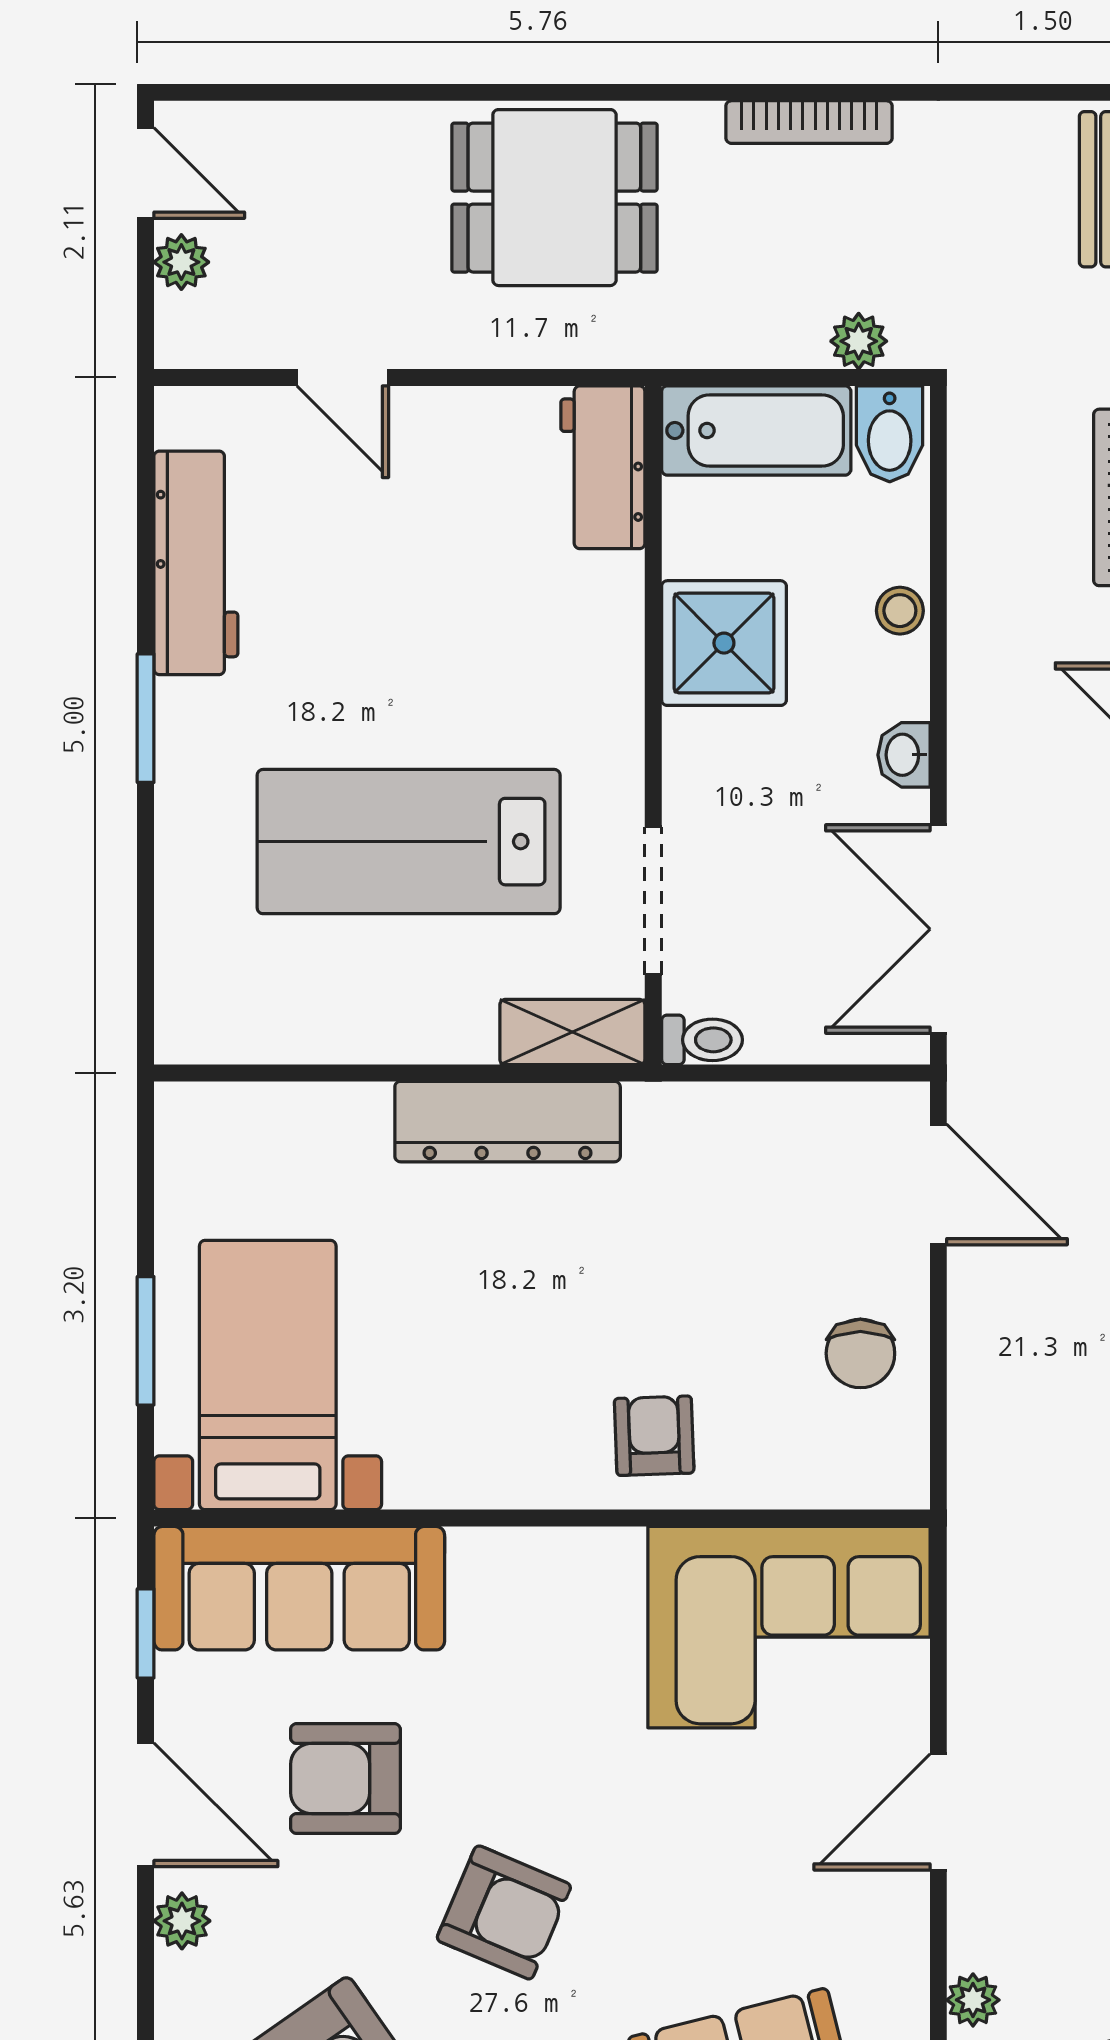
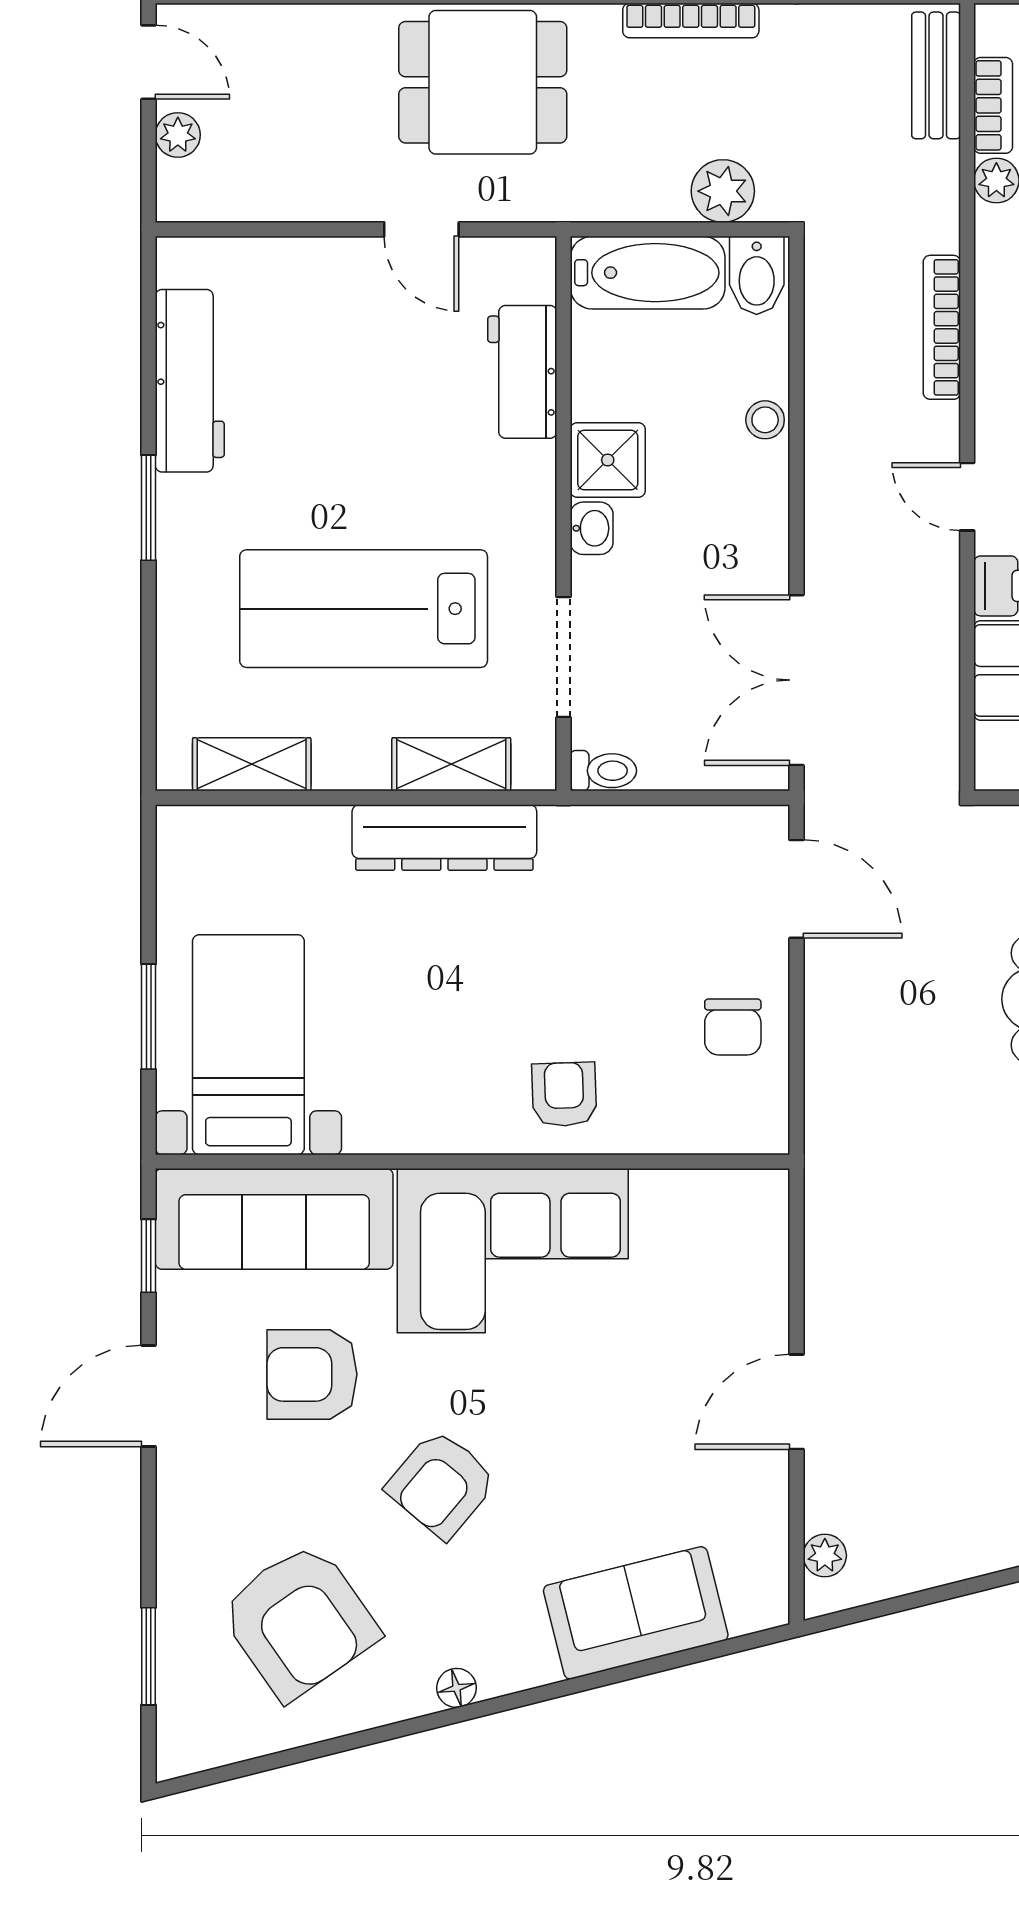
plant: (859, 341) -> (723, 191), width x1.38, depth x1.38
door: (343, 378) -> (421, 229), moved
workbench: (603, 467) -> (522, 372), moved
shower: (724, 643) -> (608, 460), width x0.73, depth x0.73
washbasin: (904, 755) -> (592, 528), moved, turned 180
shelving: (272, 1032) -> (252, 764), added
shelving: (572, 1032) -> (451, 764), moved
corner sofa: (789, 1627) -> (513, 1251), moved
door: (146, 1805) -> (149, 1396), swing flipped
armchair: (504, 1912) -> (441, 1484), turned 107
plant: (182, 1921) -> (178, 1491), removed

